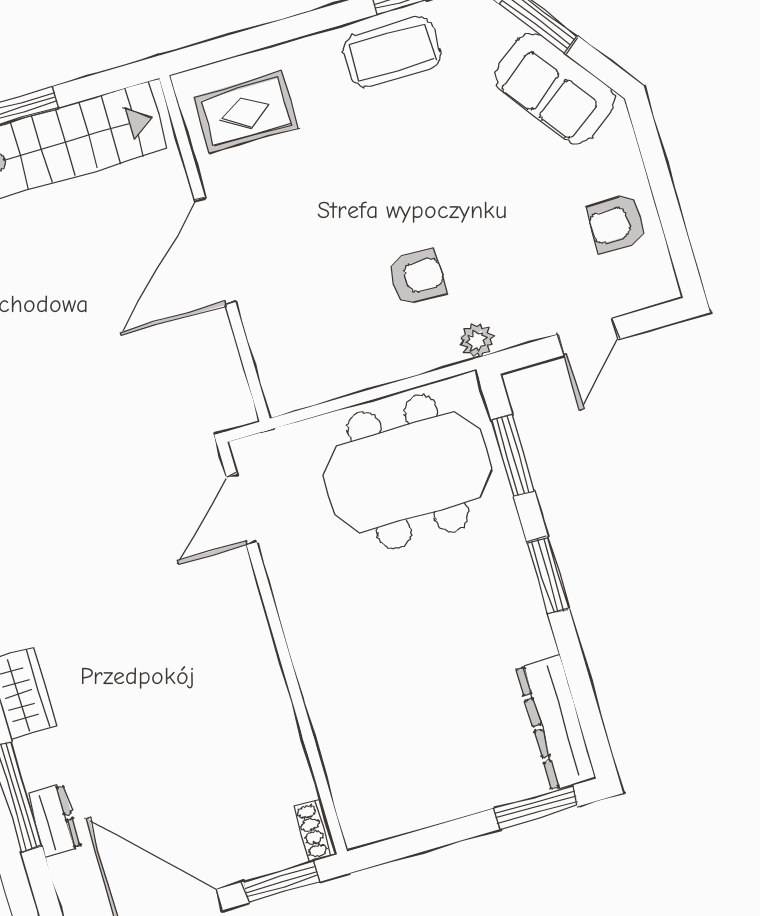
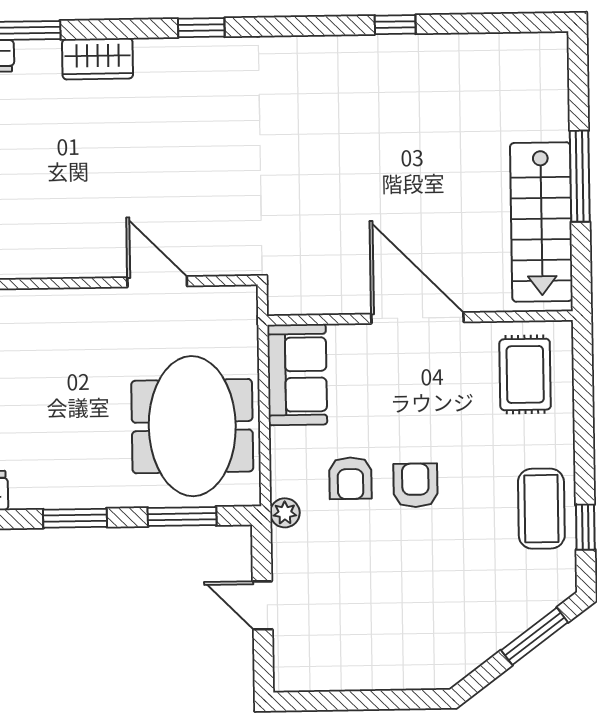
sofa: (555, 88) -> (297, 375), moved, turned 127
armchair: (617, 223) -> (415, 485), moved
door: (242, 509) -> (157, 282), moved

